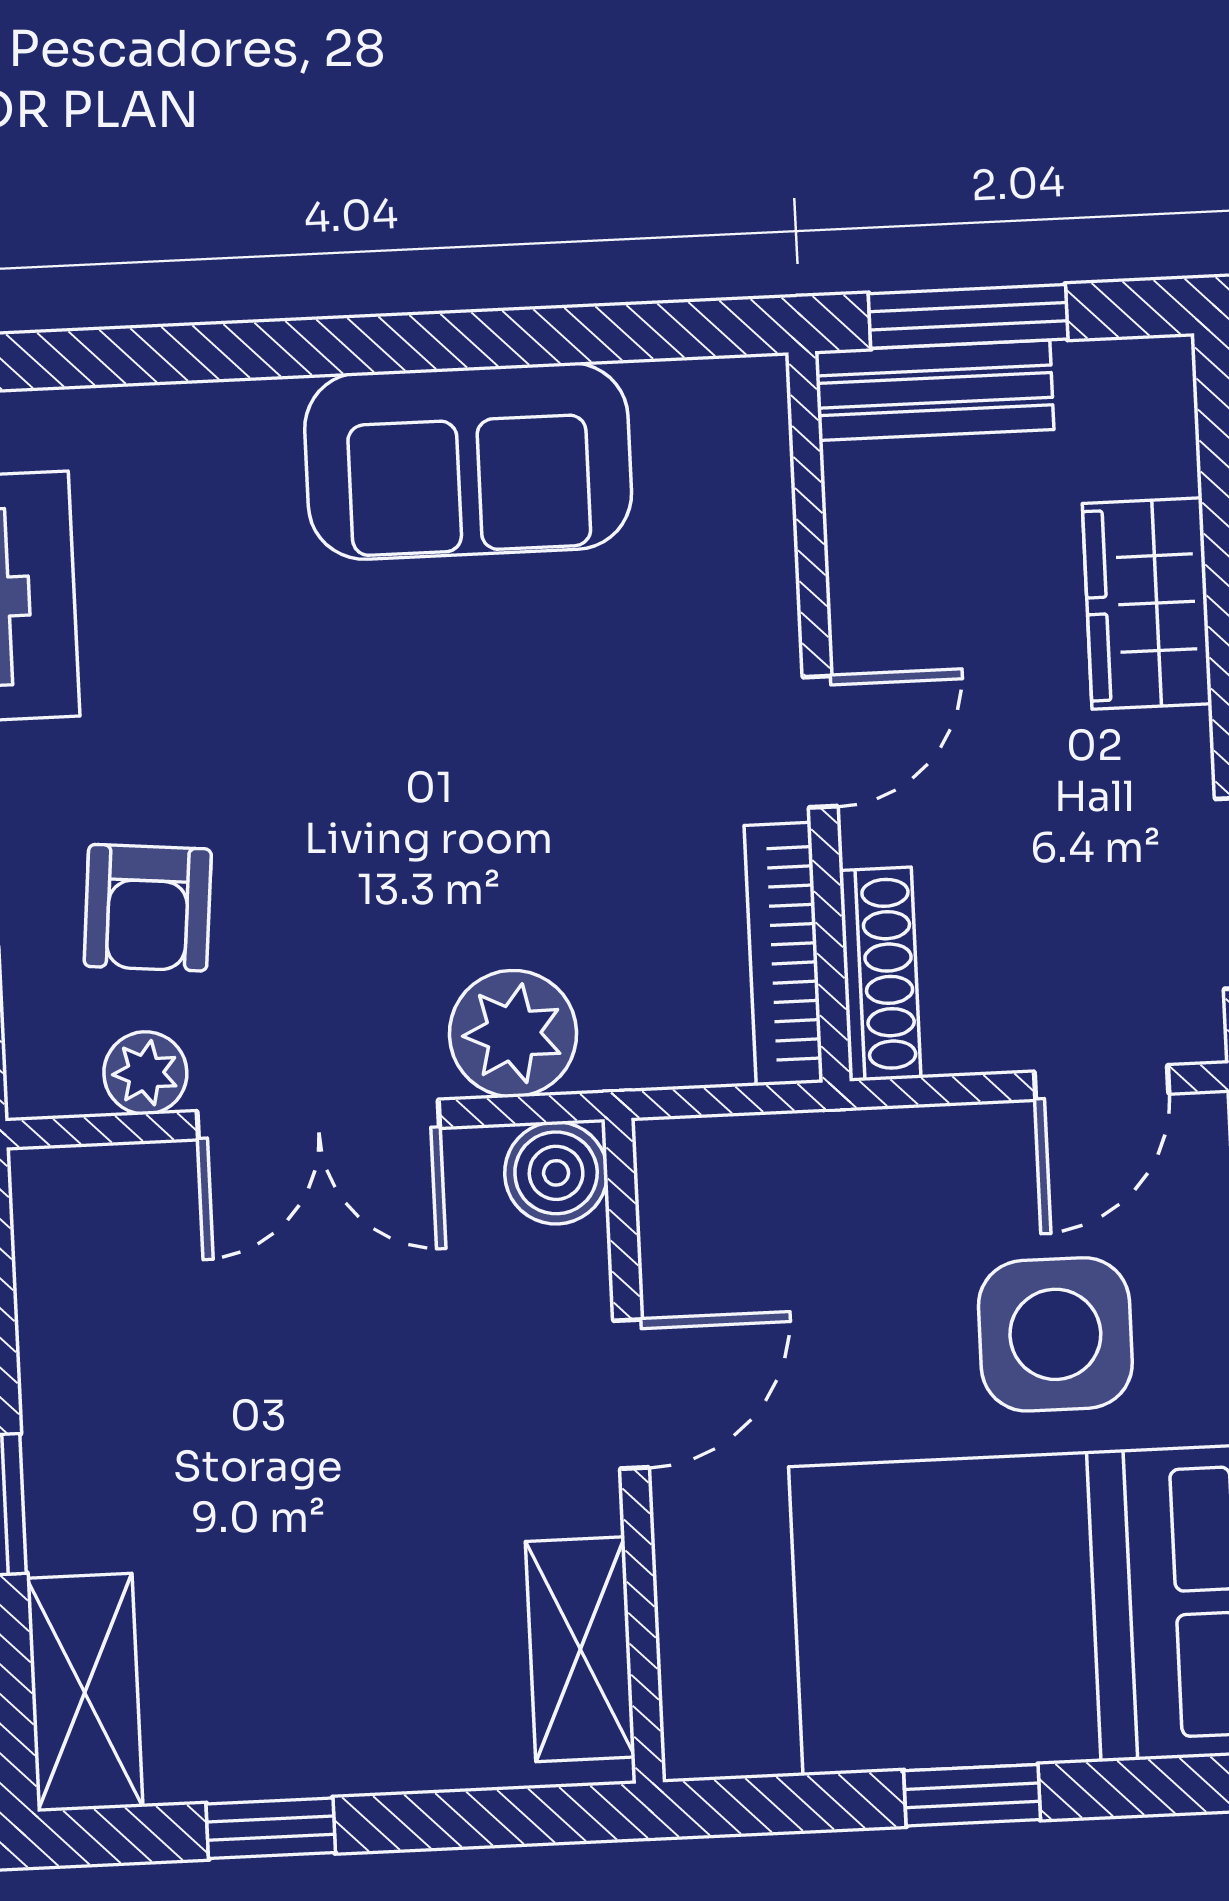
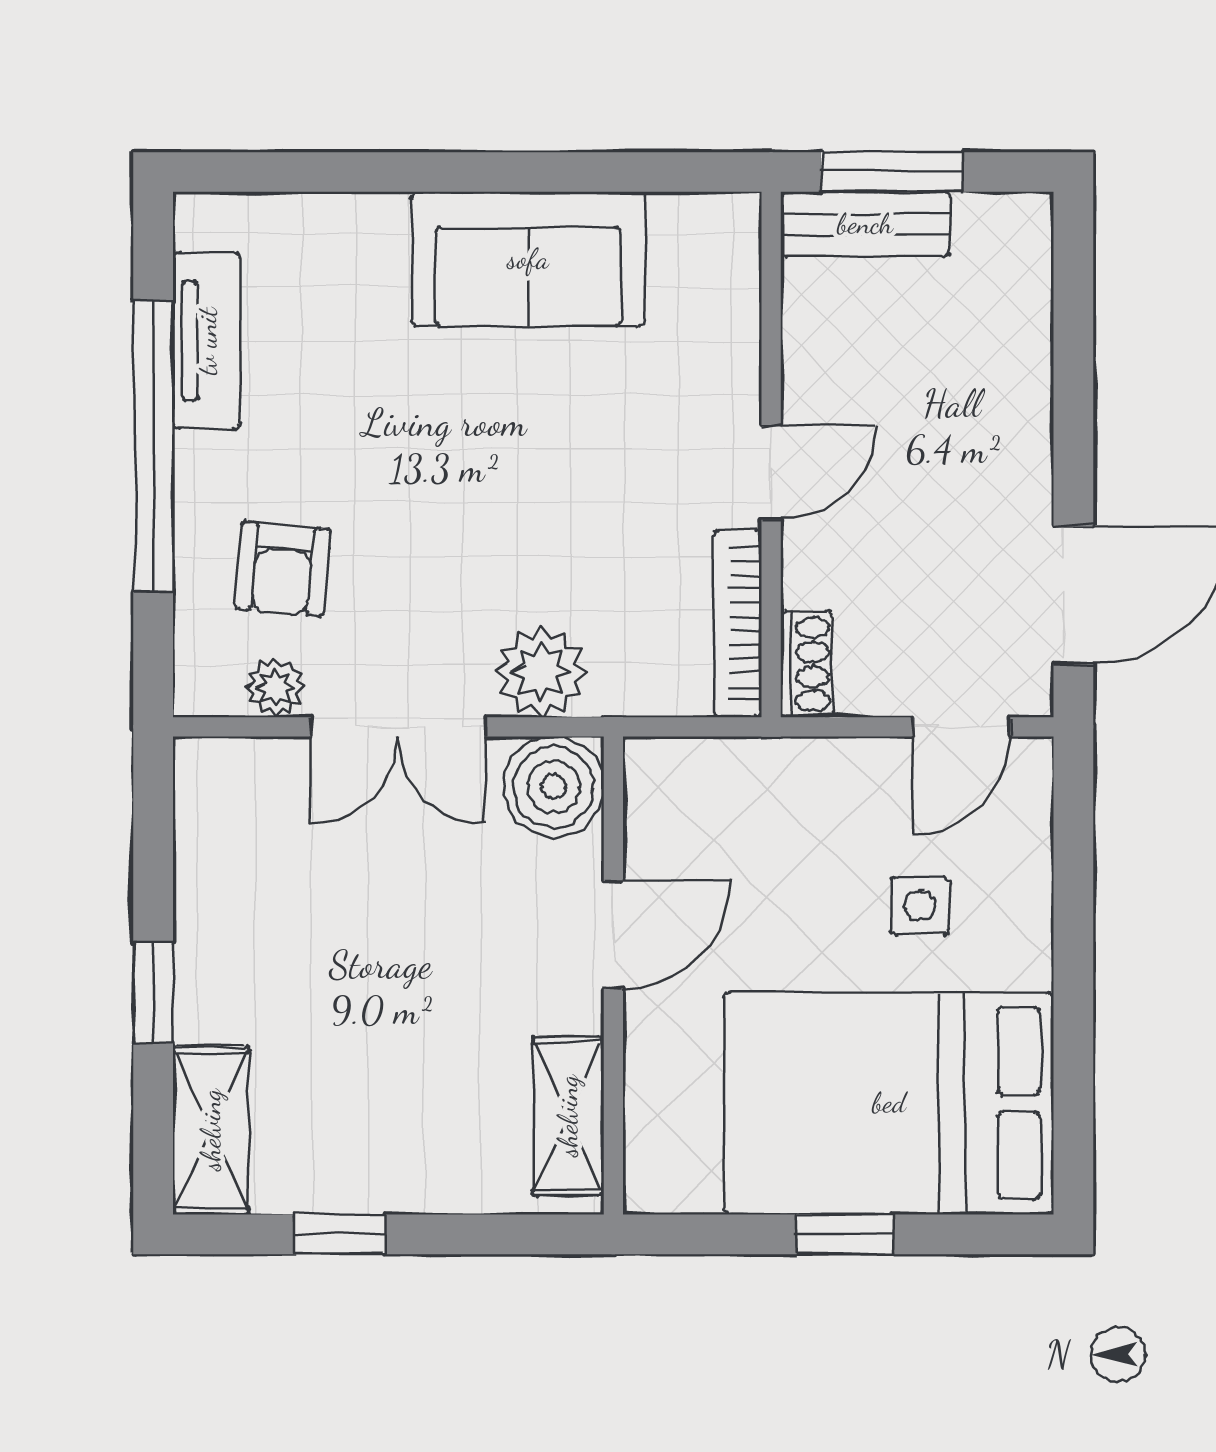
wardrobe: (1147, 604) -> (1011, 384), removed
shoe rack: (880, 974) -> (806, 664), width x0.70
boiler: (556, 1173) -> (553, 787), width x1.36, depth x1.36
side table: (1055, 1334) -> (920, 906), width x0.54, depth x0.54

